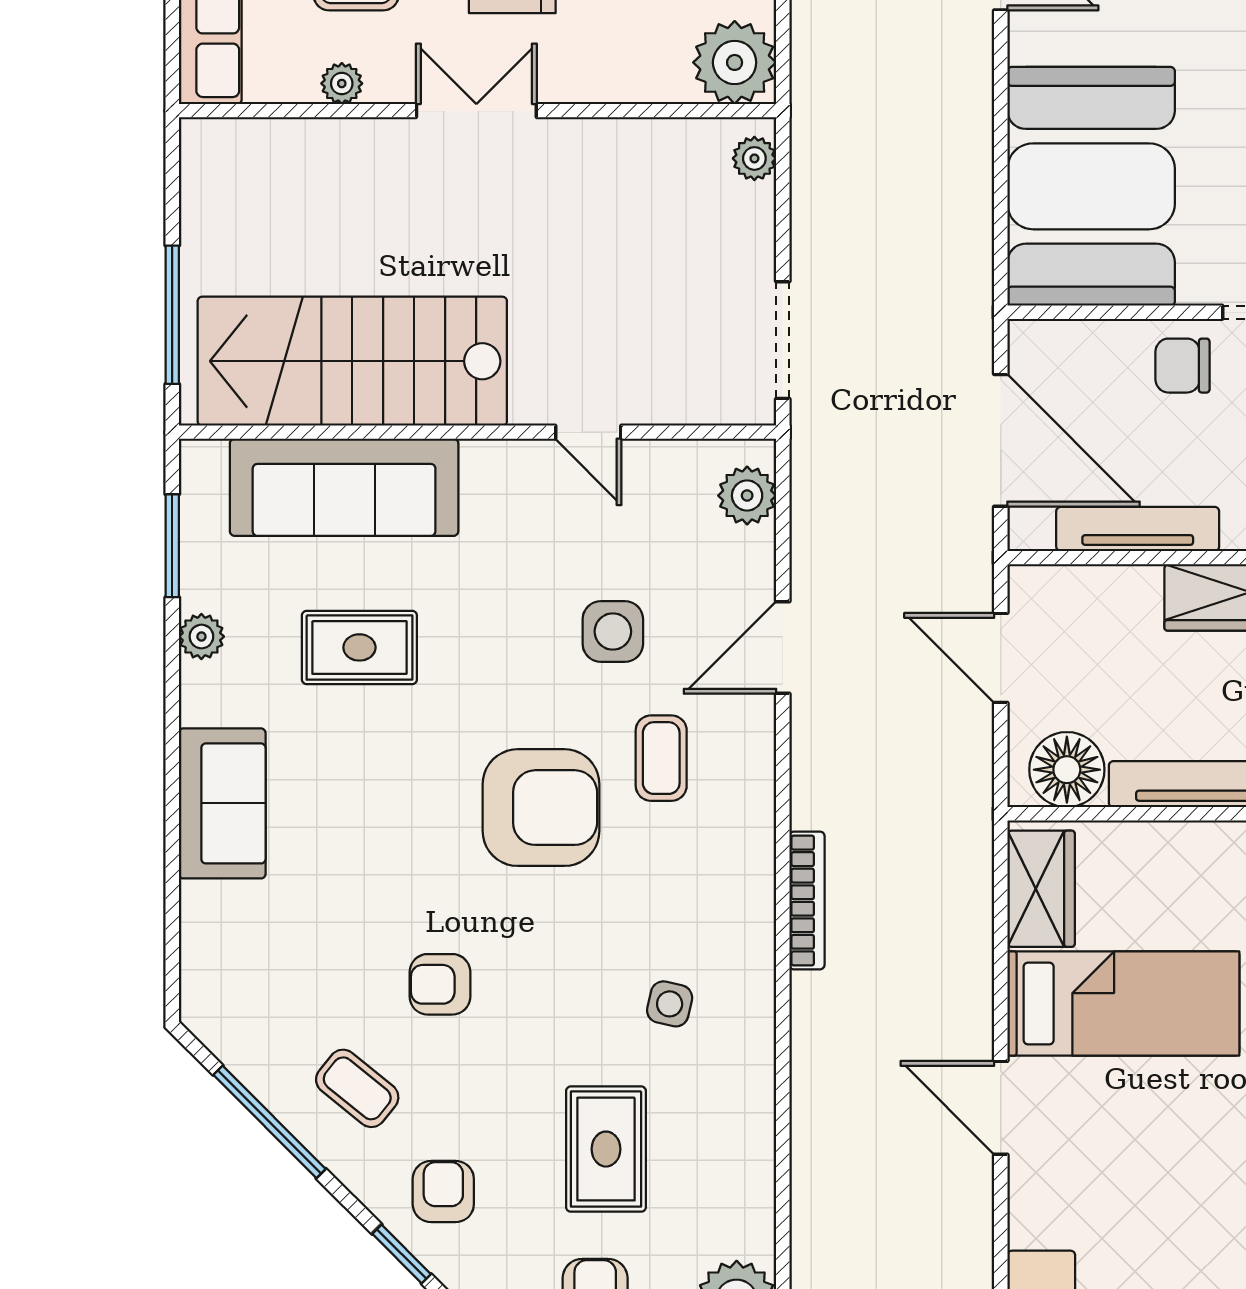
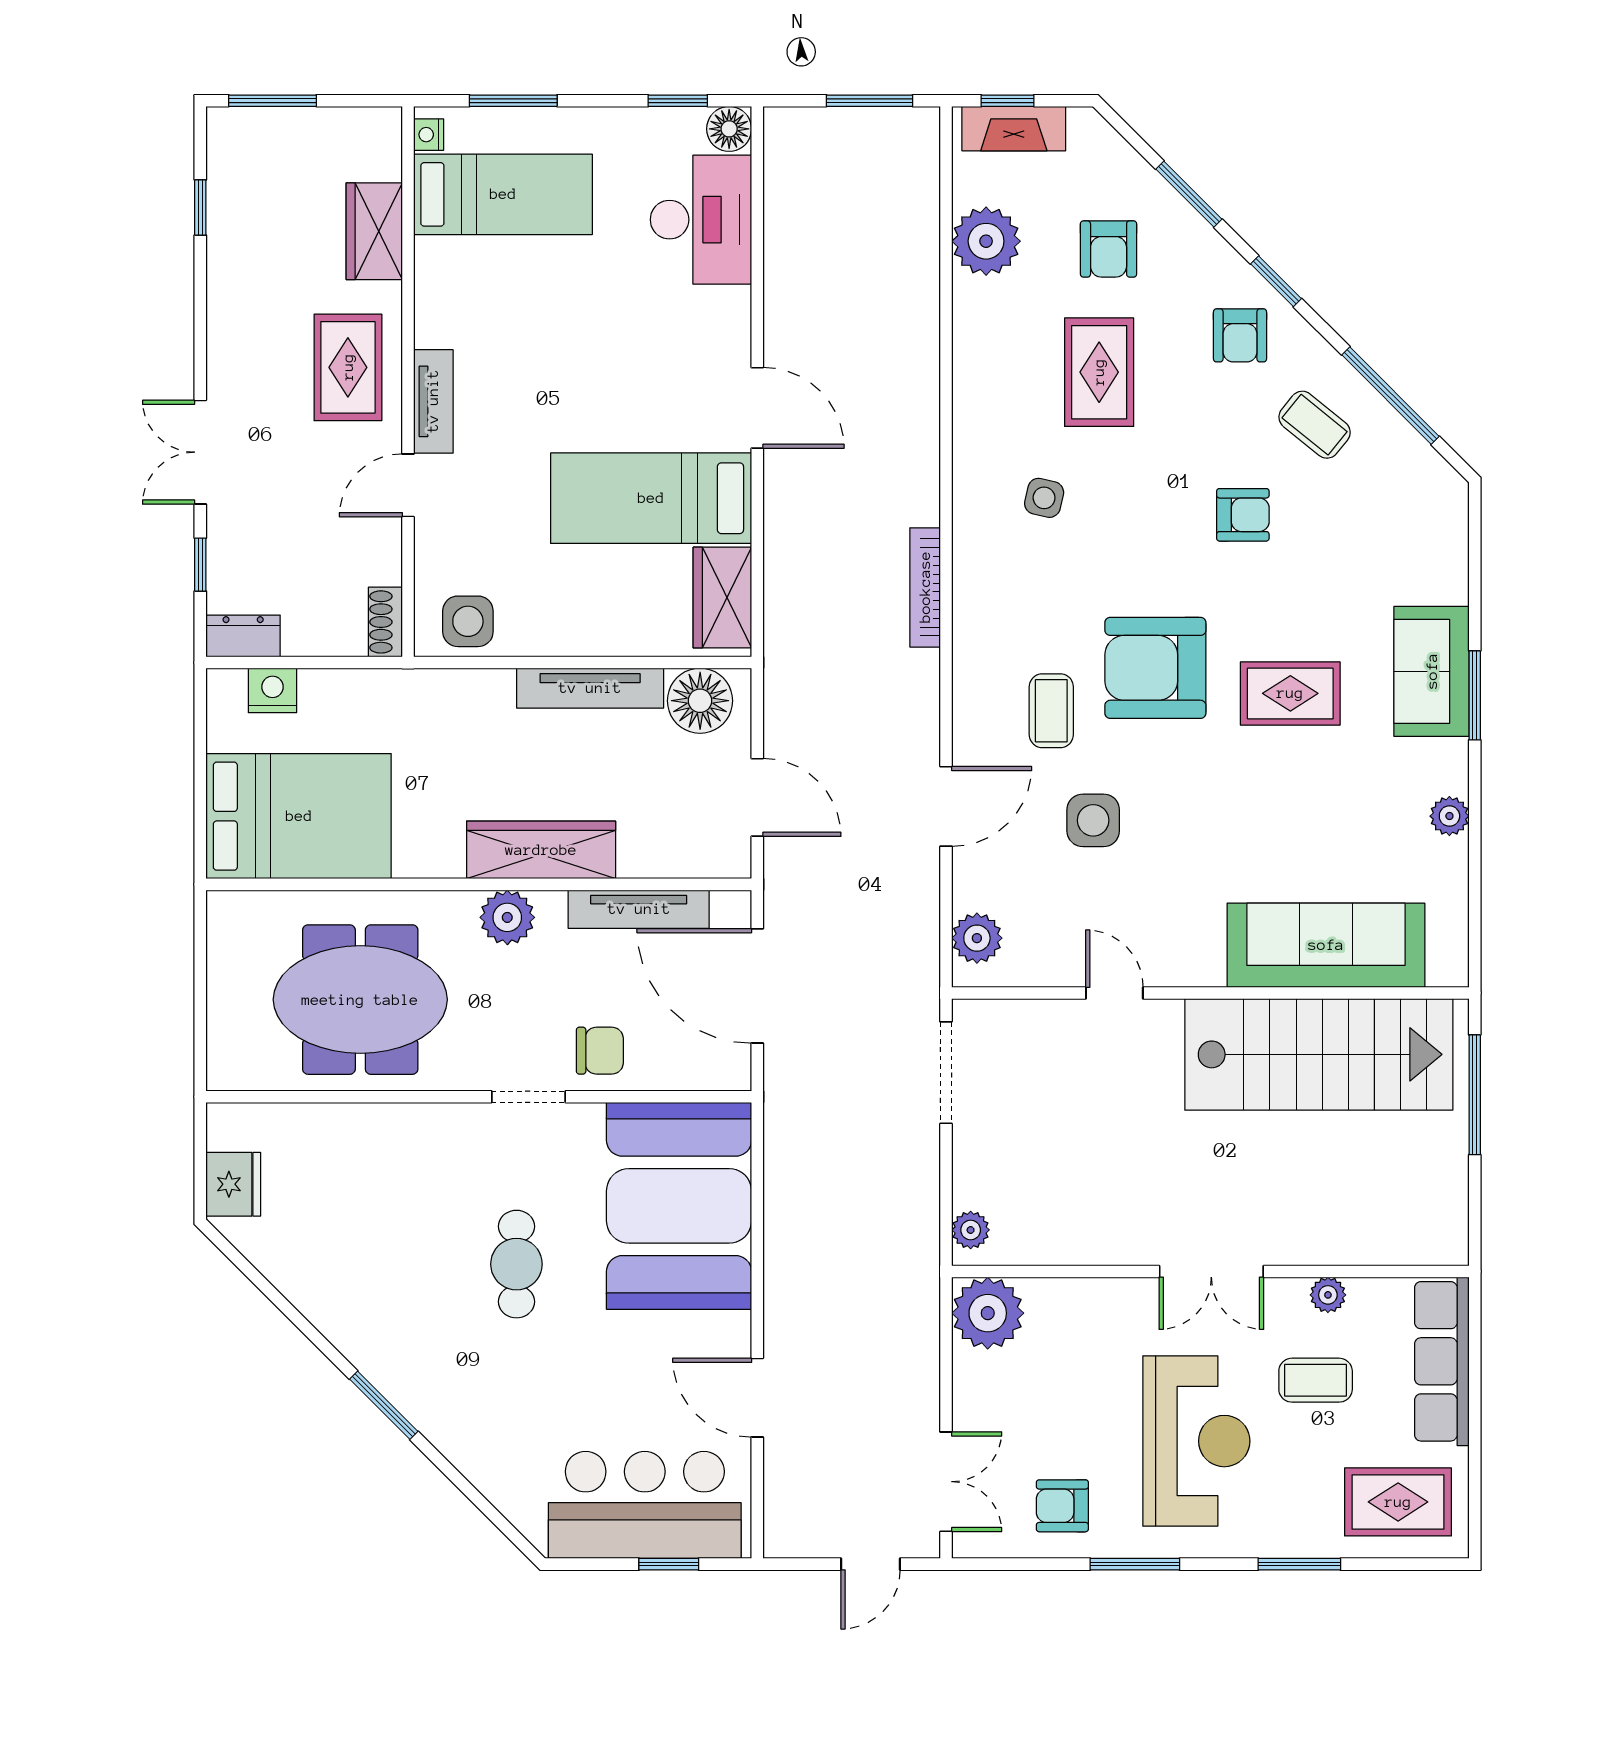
window: (172, 546) -> (1475, 695), moved
rug: (359, 647) -> (1290, 693), moved

